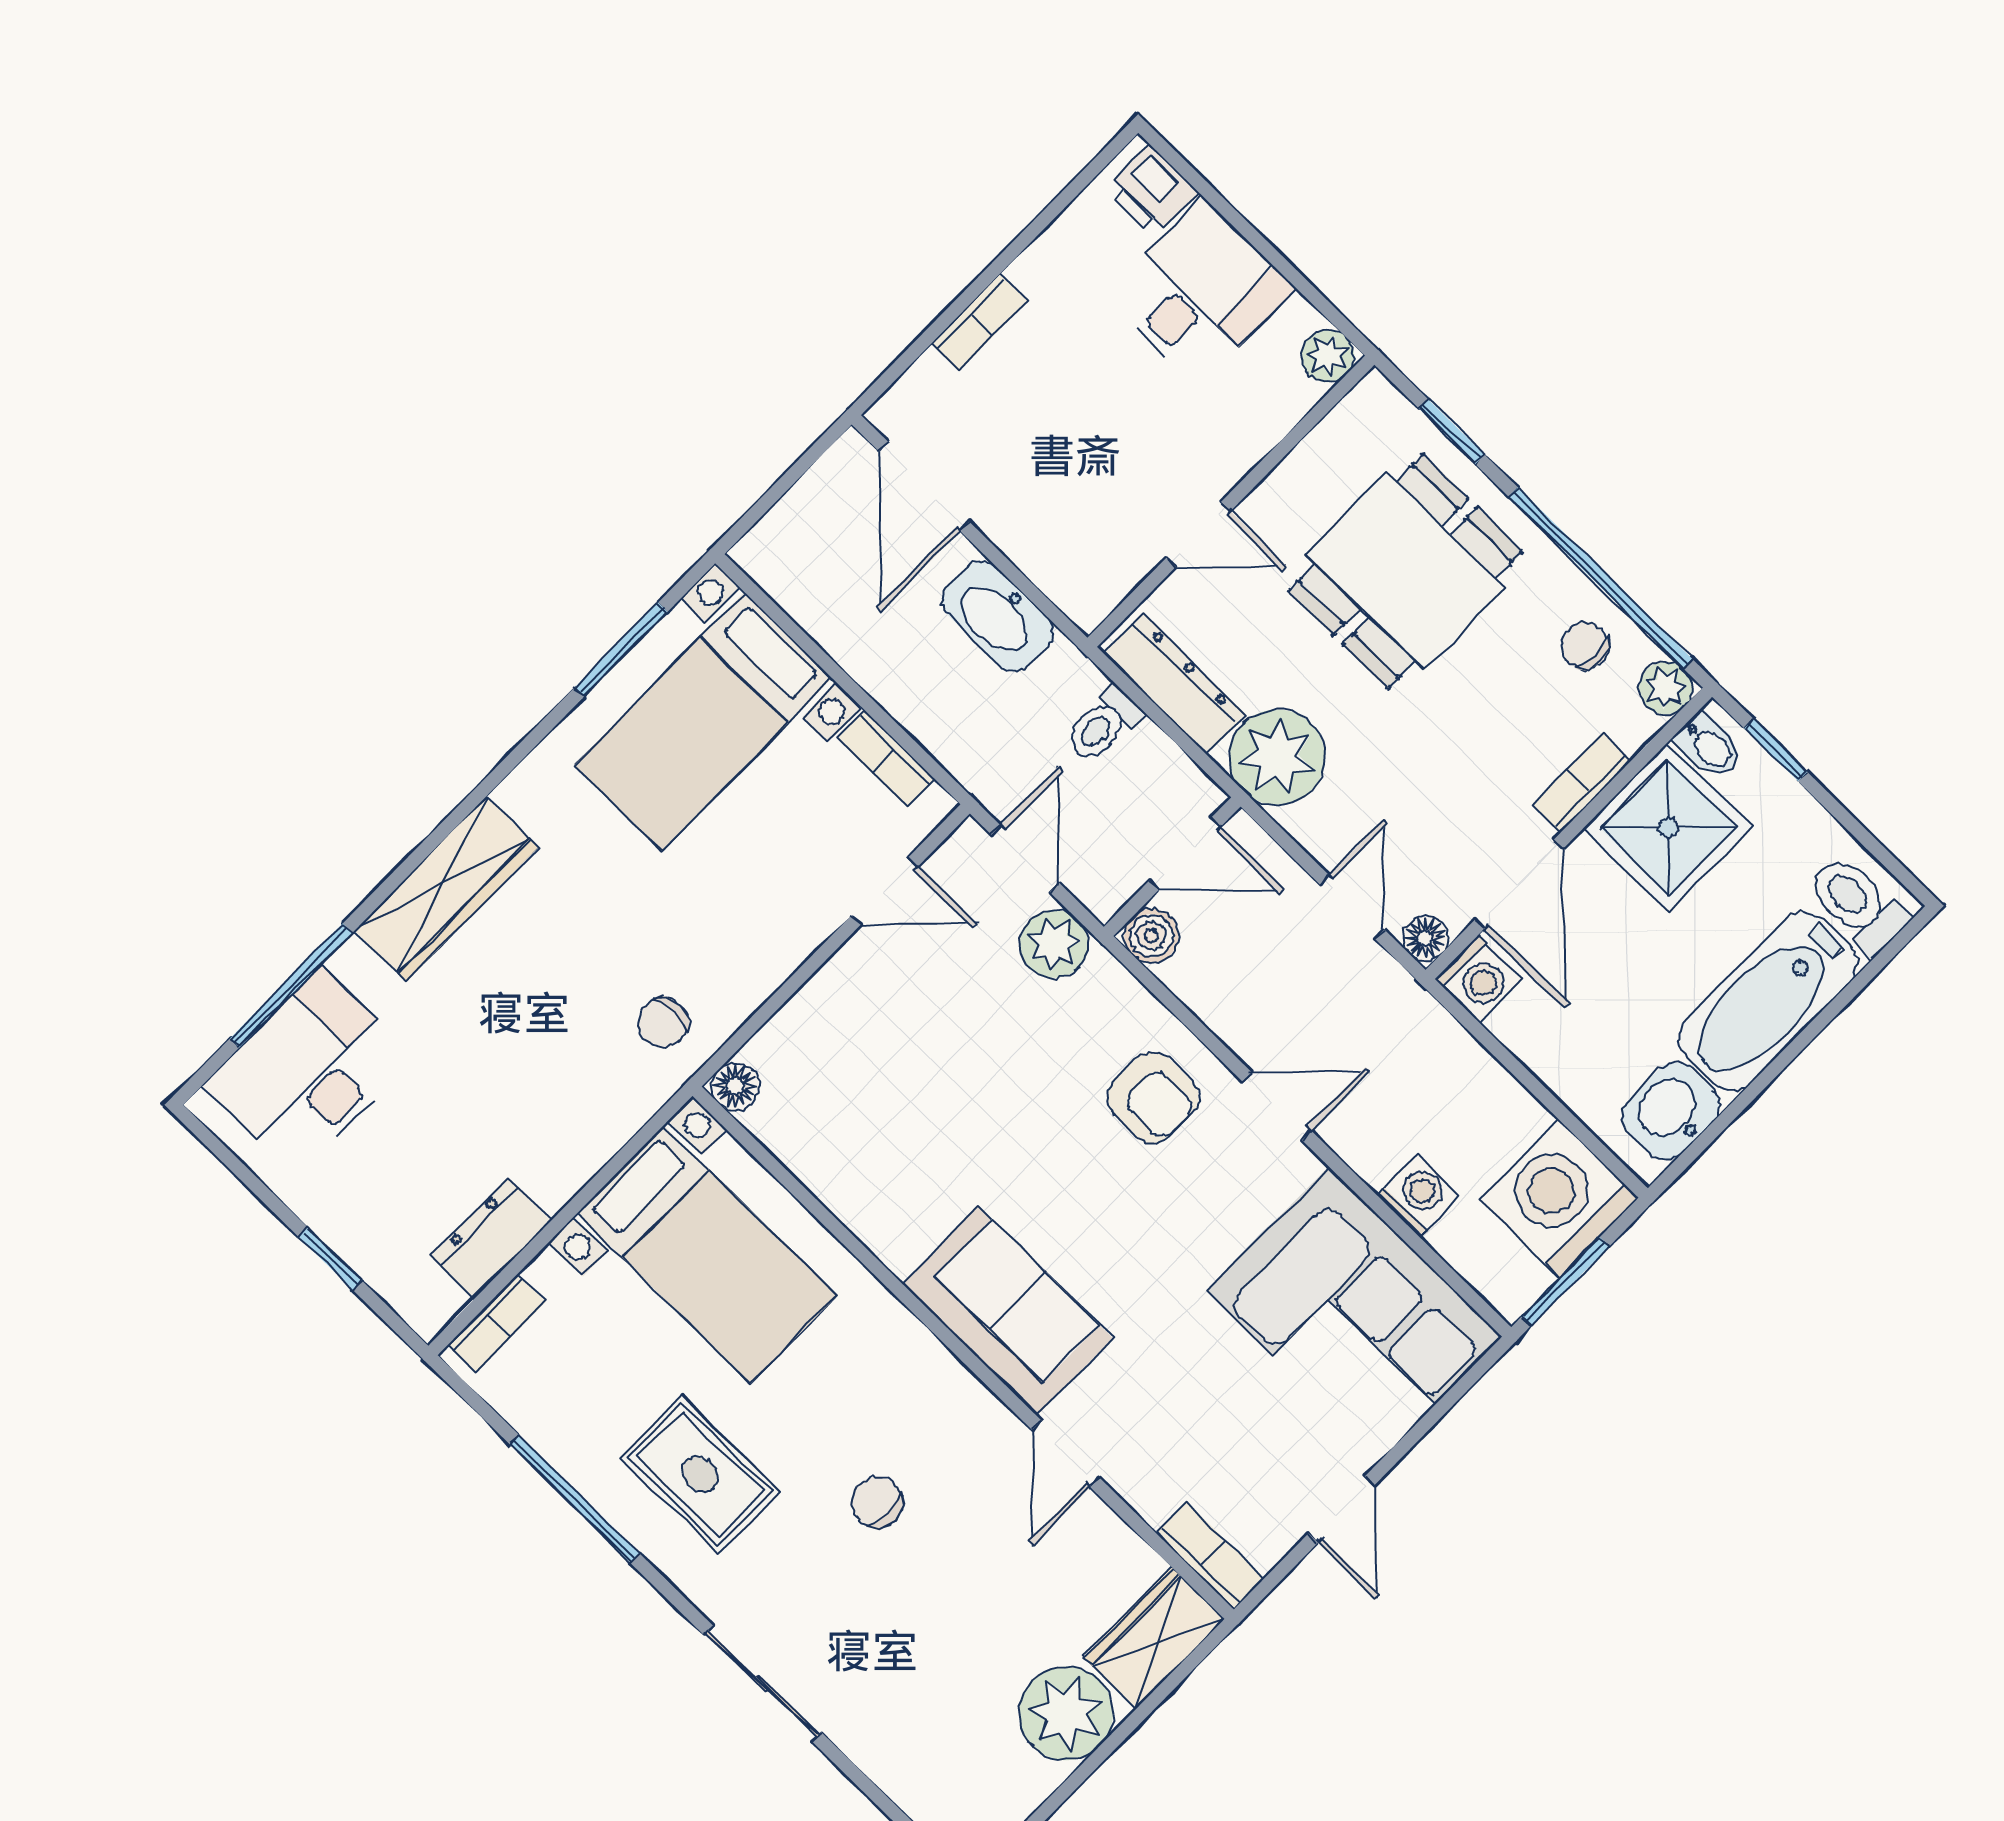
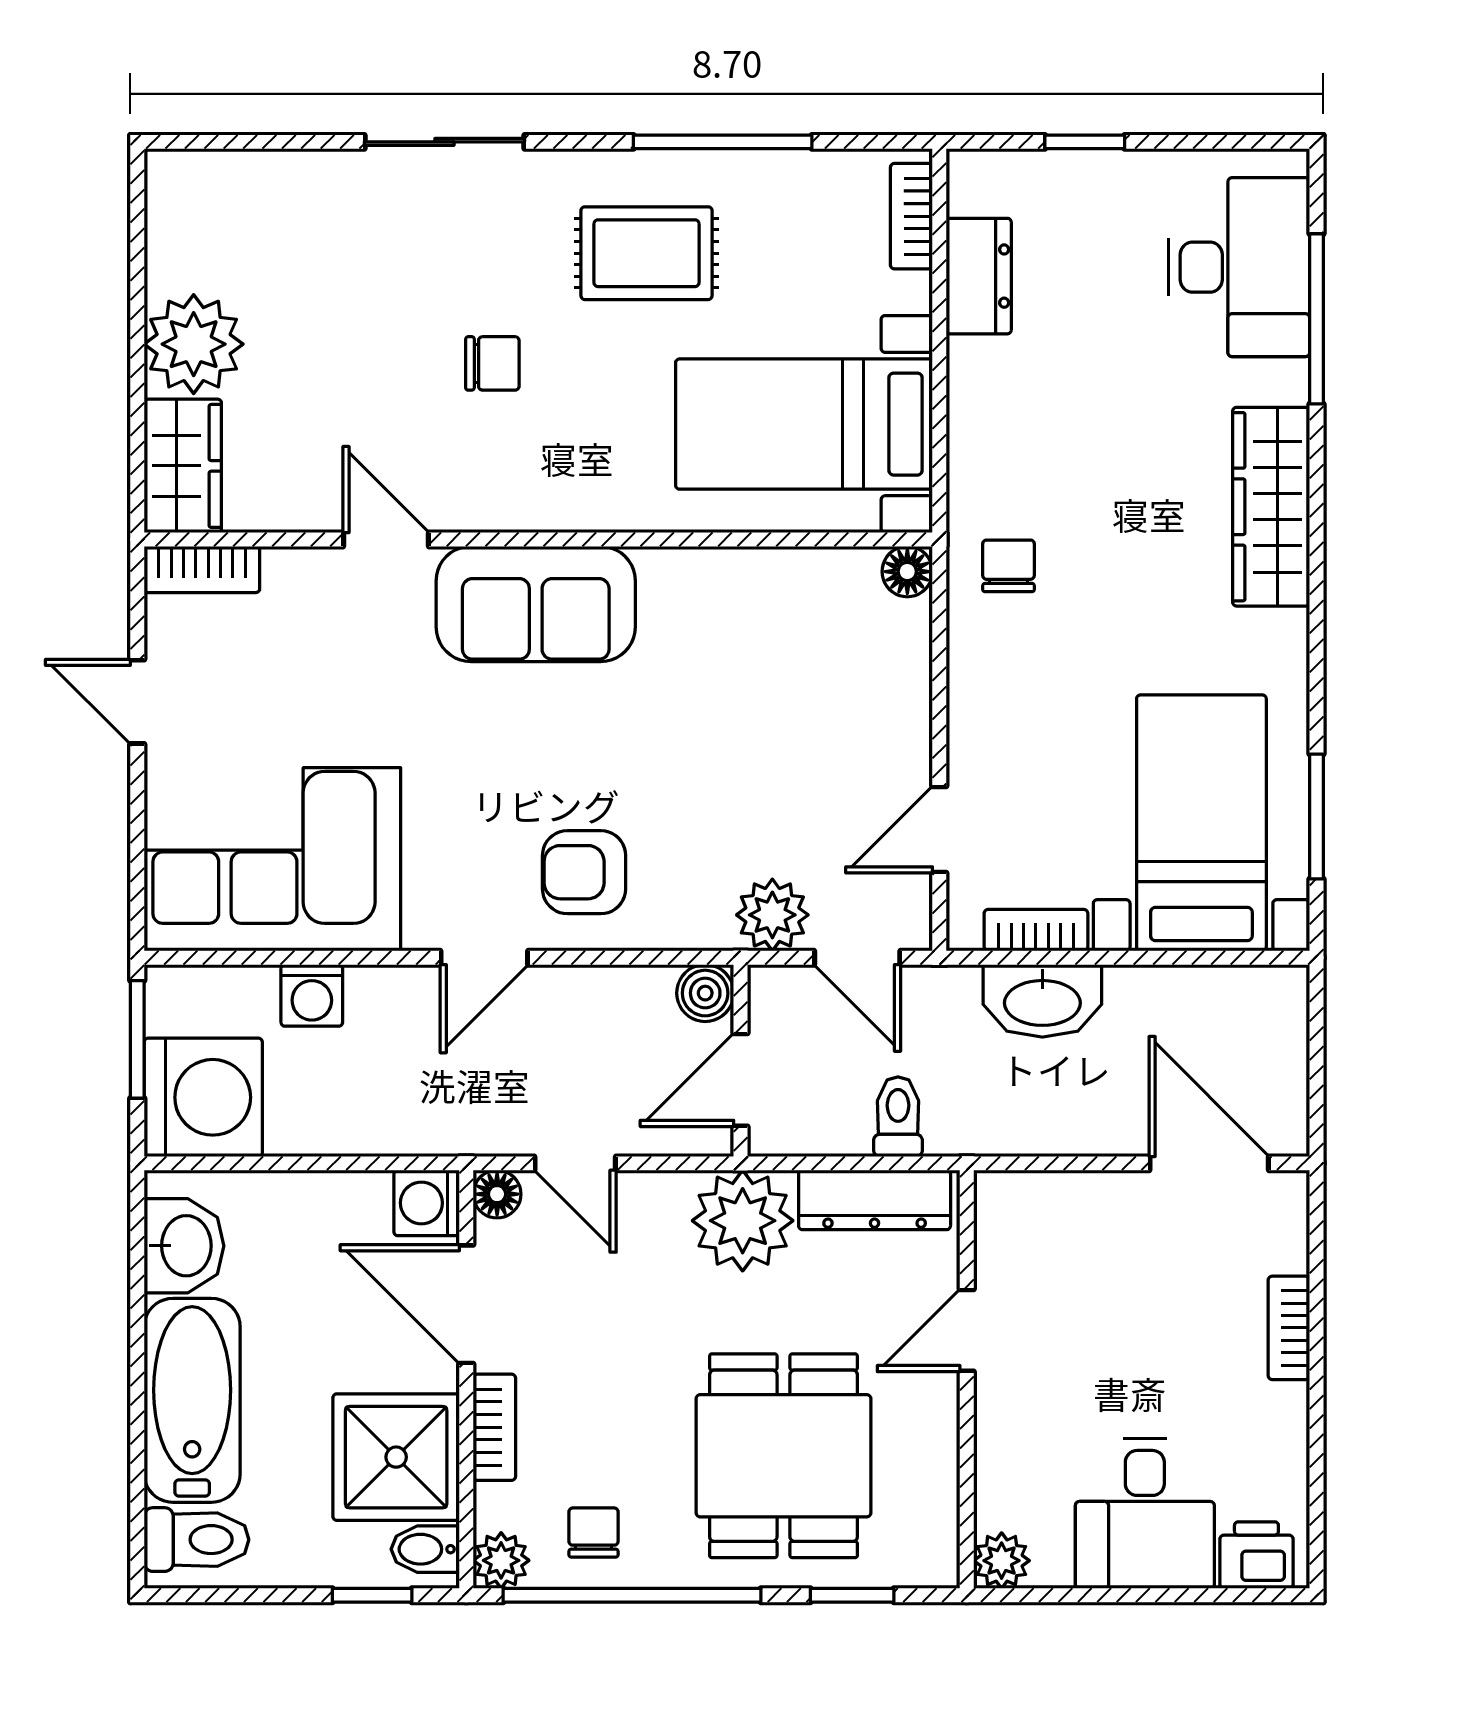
washbasin: (998, 616) -> (1042, 1001), moved, turned 180
chair: (1585, 646) -> (593, 1532), turned -90

